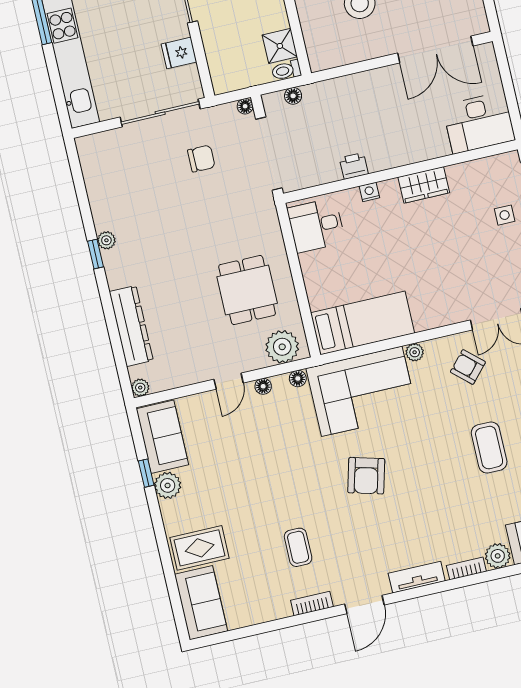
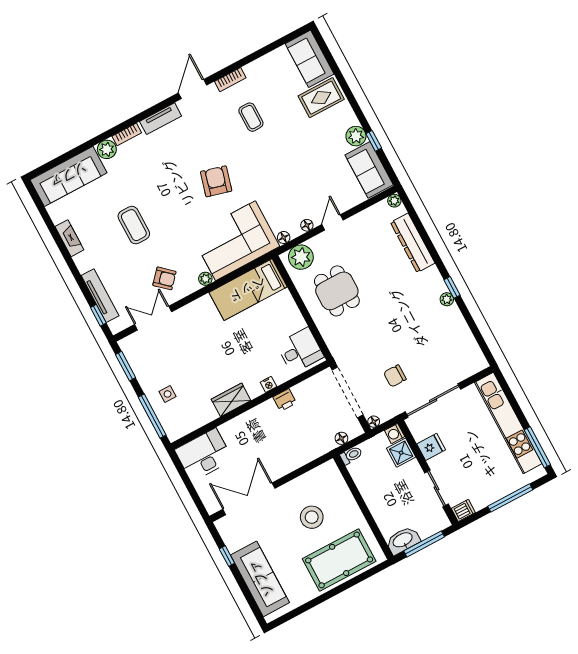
shower: (280, 46) -> (401, 453), moved
washing machine: (222, 83) -> (395, 434), added

